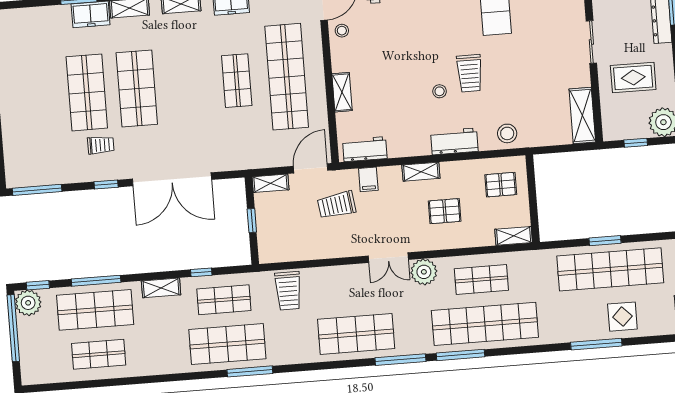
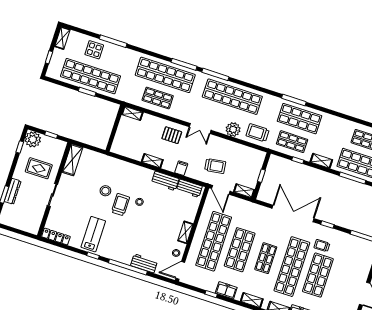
shop shelf: (237, 81) -> (240, 250), width x1.43, depth x1.36
shop shelf: (187, 85) -> (266, 258), added
shop shelf: (137, 88) -> (292, 267), width x1.40
shelving: (342, 92) -> (185, 232), moved
stool: (507, 133) -> (105, 191), moved
workbench: (454, 141) -> (165, 181), moved
door: (311, 168) -> (221, 190), hinge flipped
shelving: (421, 172) -> (152, 161), moved
filing cabinet: (368, 179) -> (181, 168), moved
pallet: (501, 185) -> (128, 142), removed
pallet: (445, 211) -> (172, 135), moved
double door: (388, 258) -> (200, 129), swing flipped
plant: (424, 272) -> (233, 129), moved
trolley: (288, 291) -> (258, 133), turned -90
shop shelf: (356, 334) -> (232, 97), width x1.40

